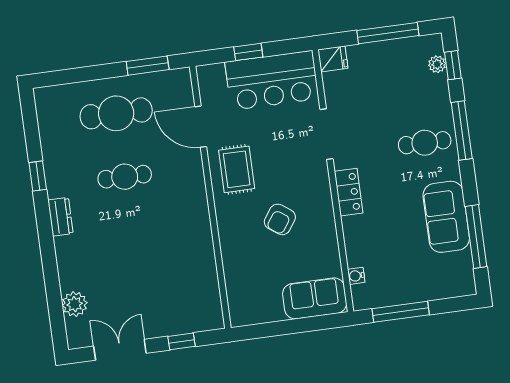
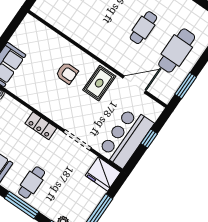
fridge: (333, 59) -> (103, 174), width x1.88, depth x1.34
rug: (237, 169) -> (99, 83), turned 90
armchair: (280, 219) -> (67, 73), moved, turned 145

